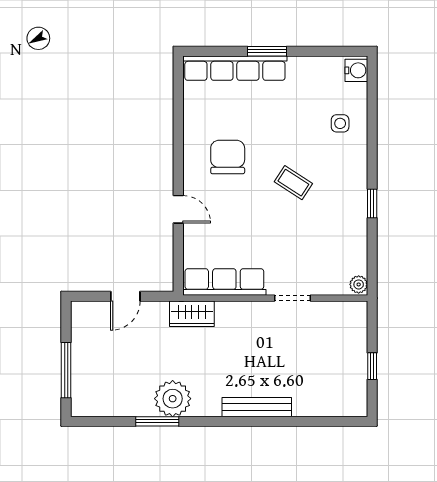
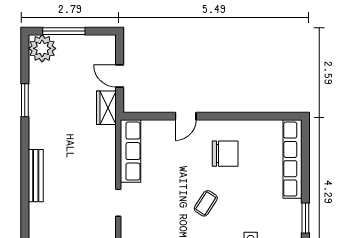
window: (267, 51) -> (305, 218), moved
wardrobe: (192, 314) -> (106, 108), moved
plant: (173, 399) -> (42, 48), moved

